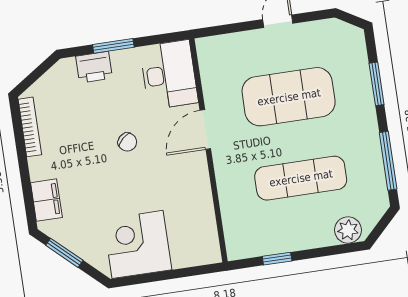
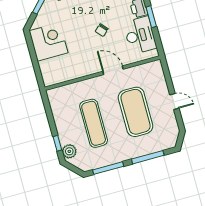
desk: (169, 75) -> (140, 35), moved, turned -90
window: (377, 84) -> (148, 157), width x1.44
window: (277, 259) -> (57, 143), moved

